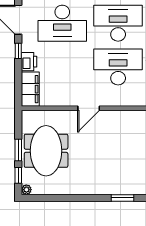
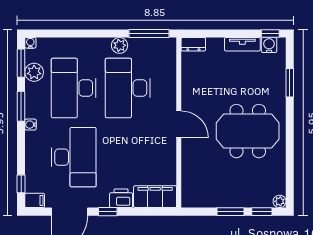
meeting table: (46, 151) -> (248, 131), moved

